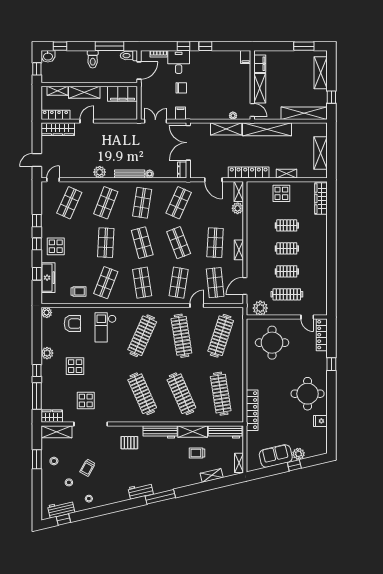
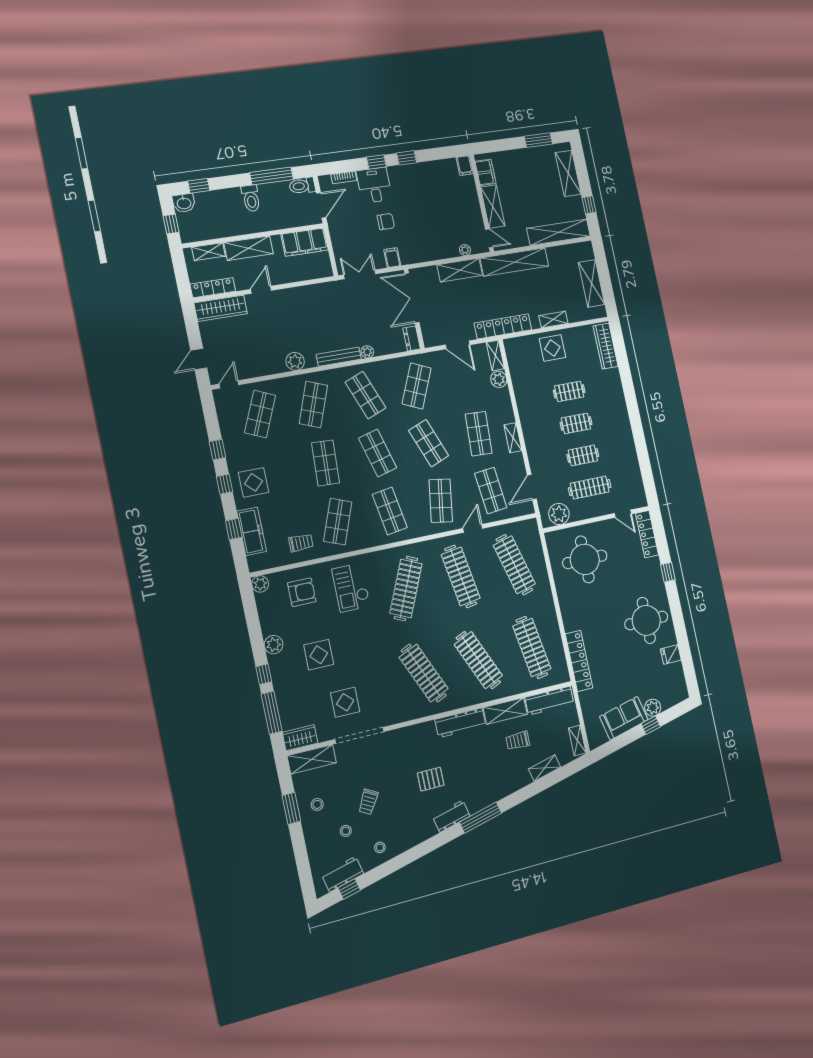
shop shelf: (142, 203) -> (365, 395), turned -30
clothes rail: (221, 336) -> (514, 565), turned -33
pallet: (129, 443) -> (431, 779), moved

